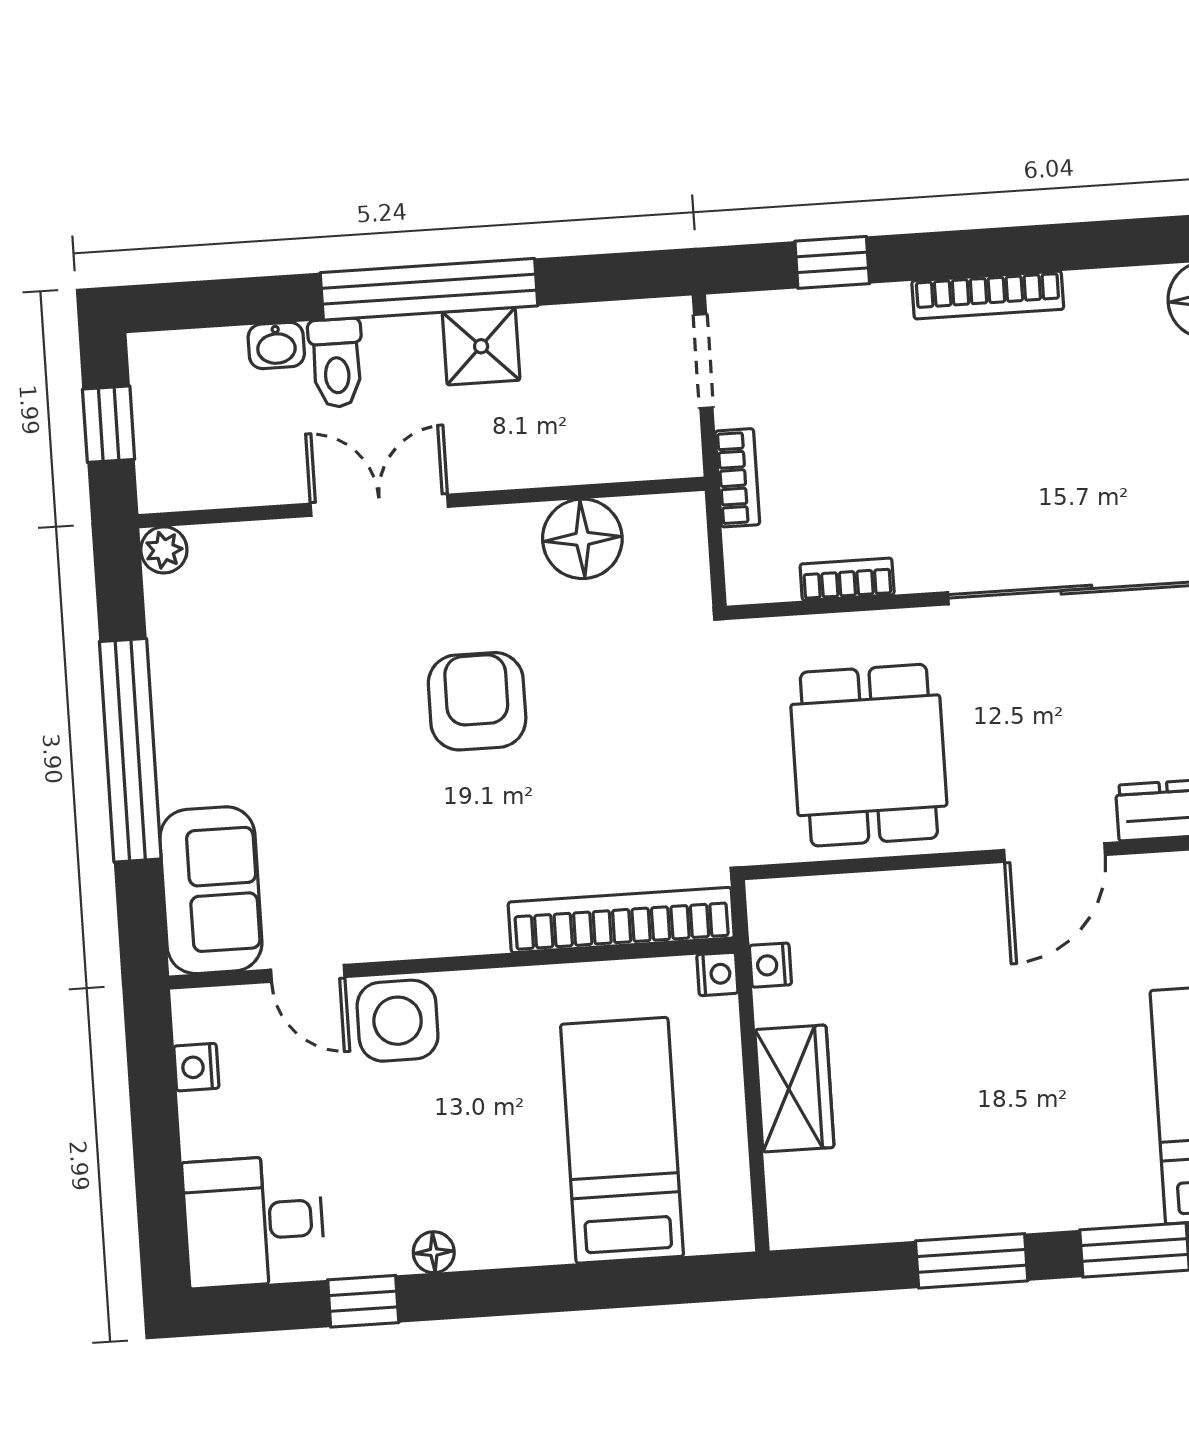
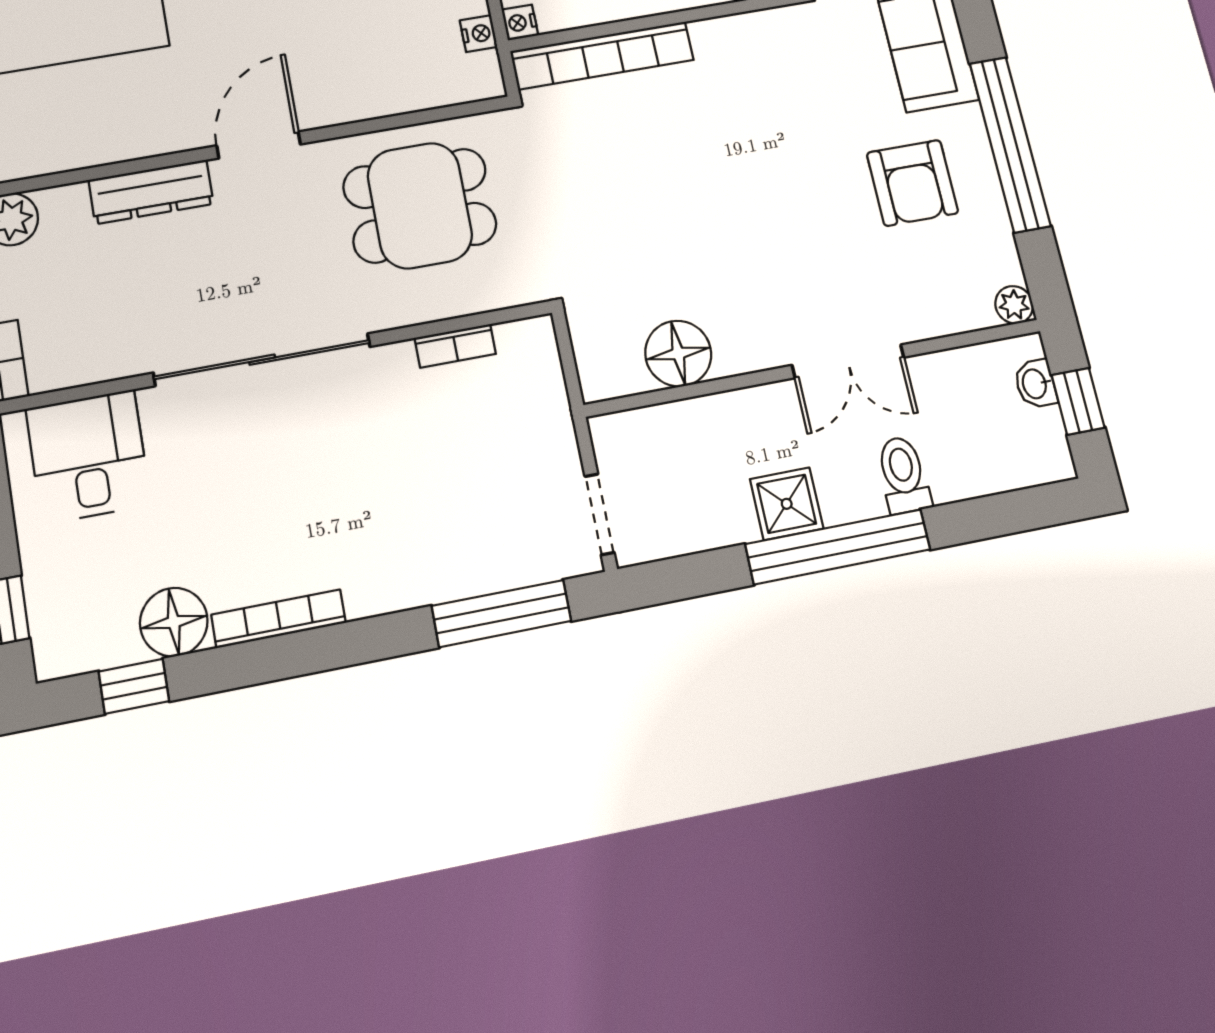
window: (832, 262) -> (501, 613), width x2.17
bookcase: (988, 295) -> (279, 619), moved
washbasin: (276, 345) -> (1035, 384), moved, turned -90
bookcase: (737, 478) -> (557, 419), removed
armchair: (477, 701) -> (912, 183), moved
dining table: (869, 755) -> (420, 205), turned 90

